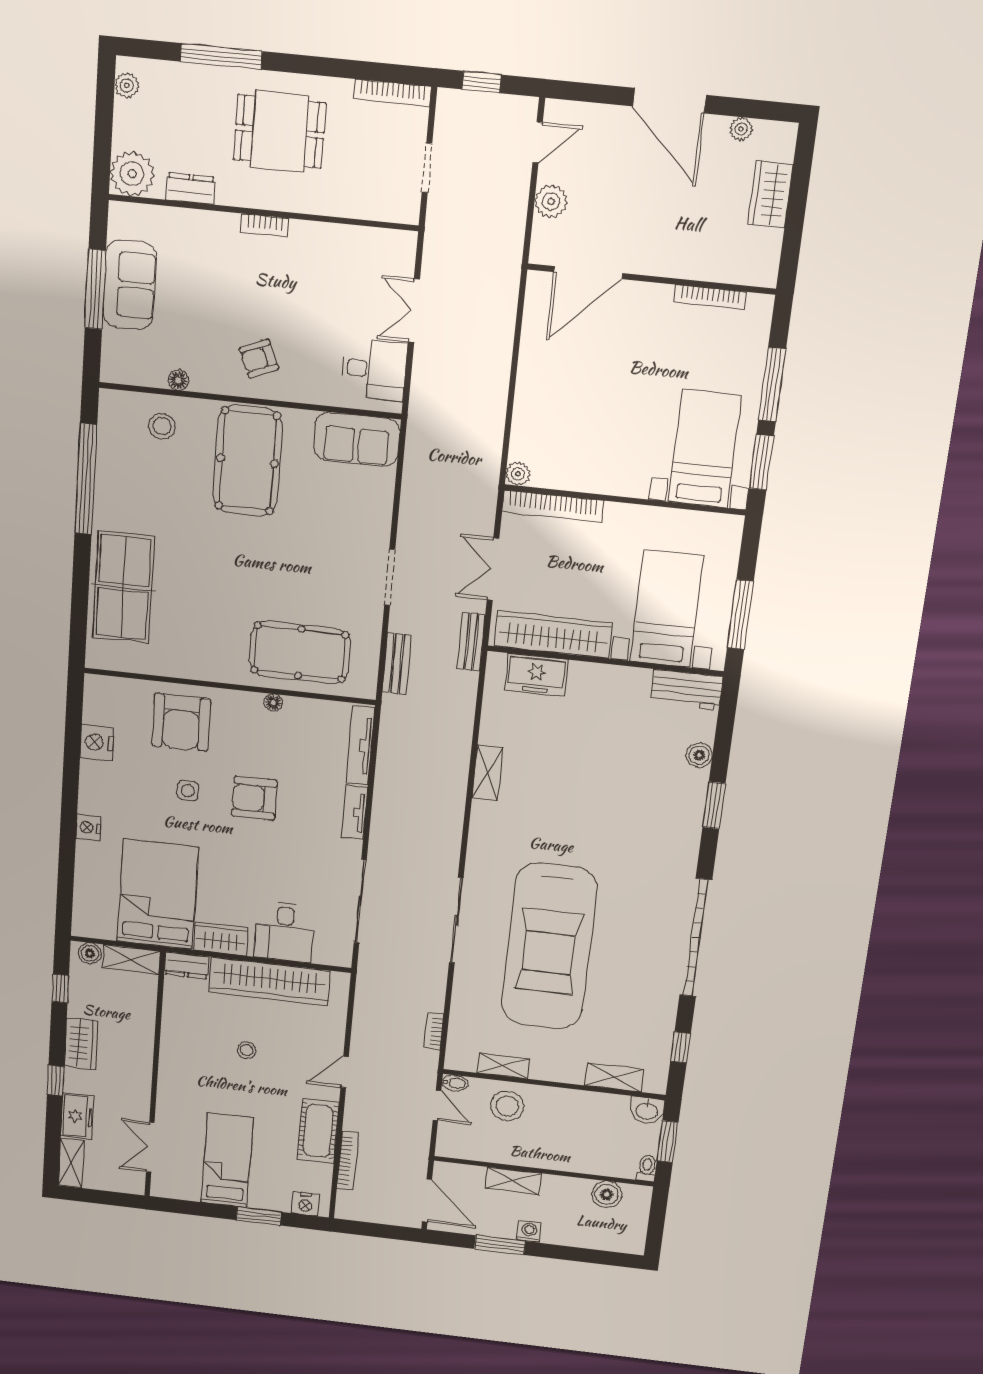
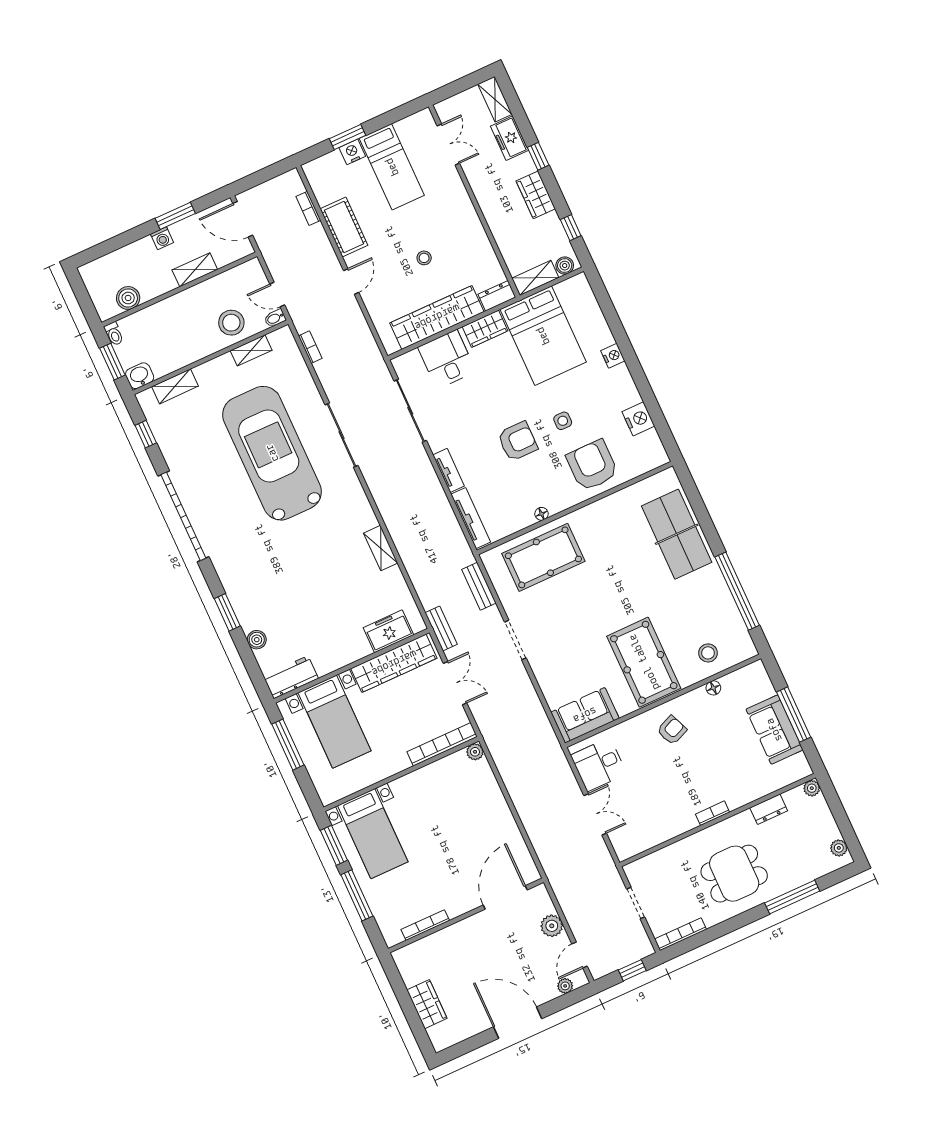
plant: (741, 129) -> (565, 986), moved
plant: (132, 174) -> (812, 788), width x0.53, depth x0.53
bookcase: (348, 1161) -> (308, 208), width x0.64
nightstand: (305, 1204) -> (352, 152), moved

